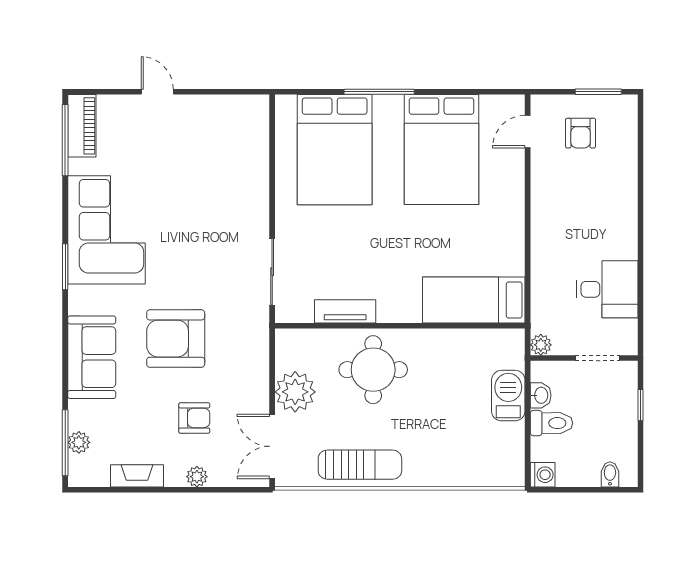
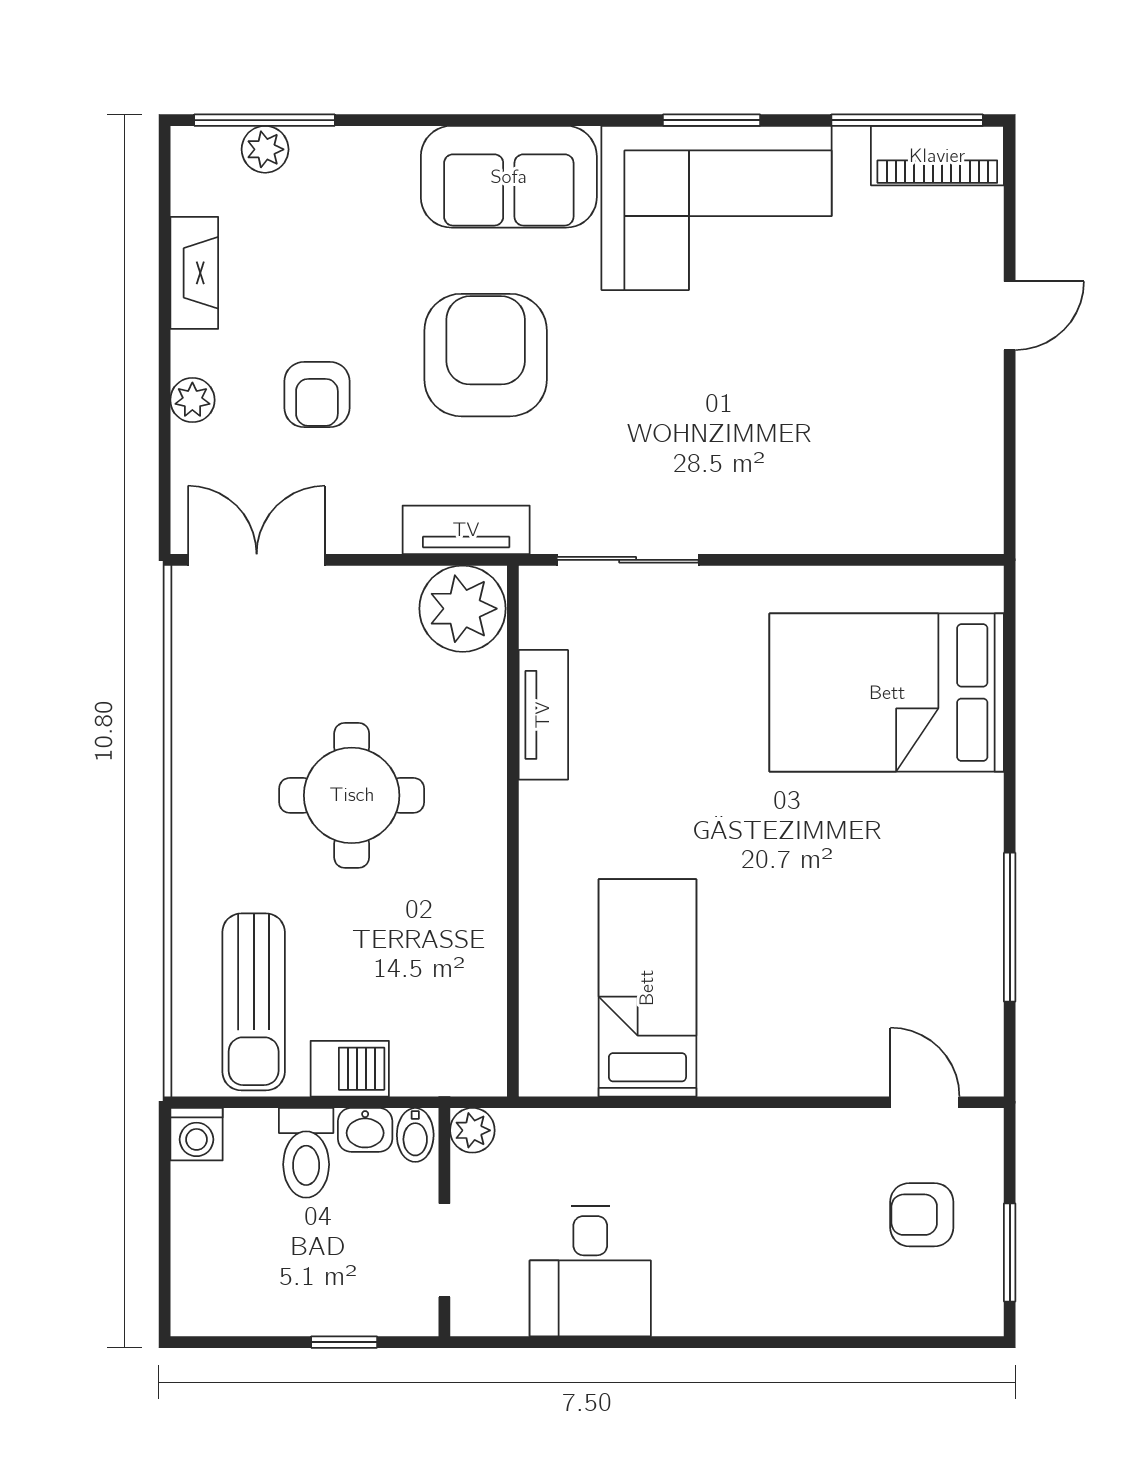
window: (379, 92) -> (1010, 927), moved
bed: (441, 150) -> (887, 919), removed
window: (65, 267) -> (712, 120), moved
bed: (474, 300) -> (647, 988), moved
tv unit: (258, 348) -> (466, 530), added
sofa: (92, 357) -> (509, 177), moved
round table: (373, 370) -> (352, 795), moved
plant: (295, 392) -> (463, 609), moved
barbecue: (508, 396) -> (350, 1069), width x0.73, depth x0.79
sun lounger: (360, 465) -> (254, 1002), moved
bidet: (610, 474) -> (415, 1135), moved, turned 90

